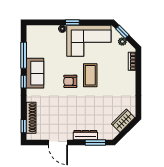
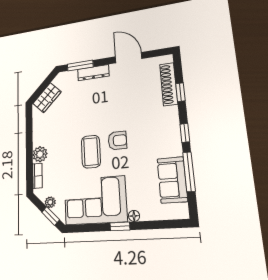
sofa: (35, 73) -> (172, 180), moved
plant: (130, 77) -> (40, 154), added
window: (24, 126) -> (180, 92), moved

